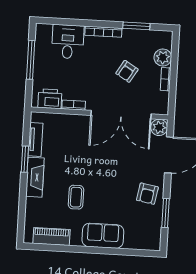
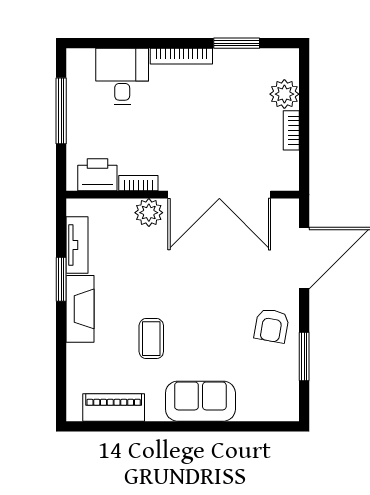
armchair: (127, 71) -> (225, 121), removed
plant: (159, 127) -> (149, 213), moved

